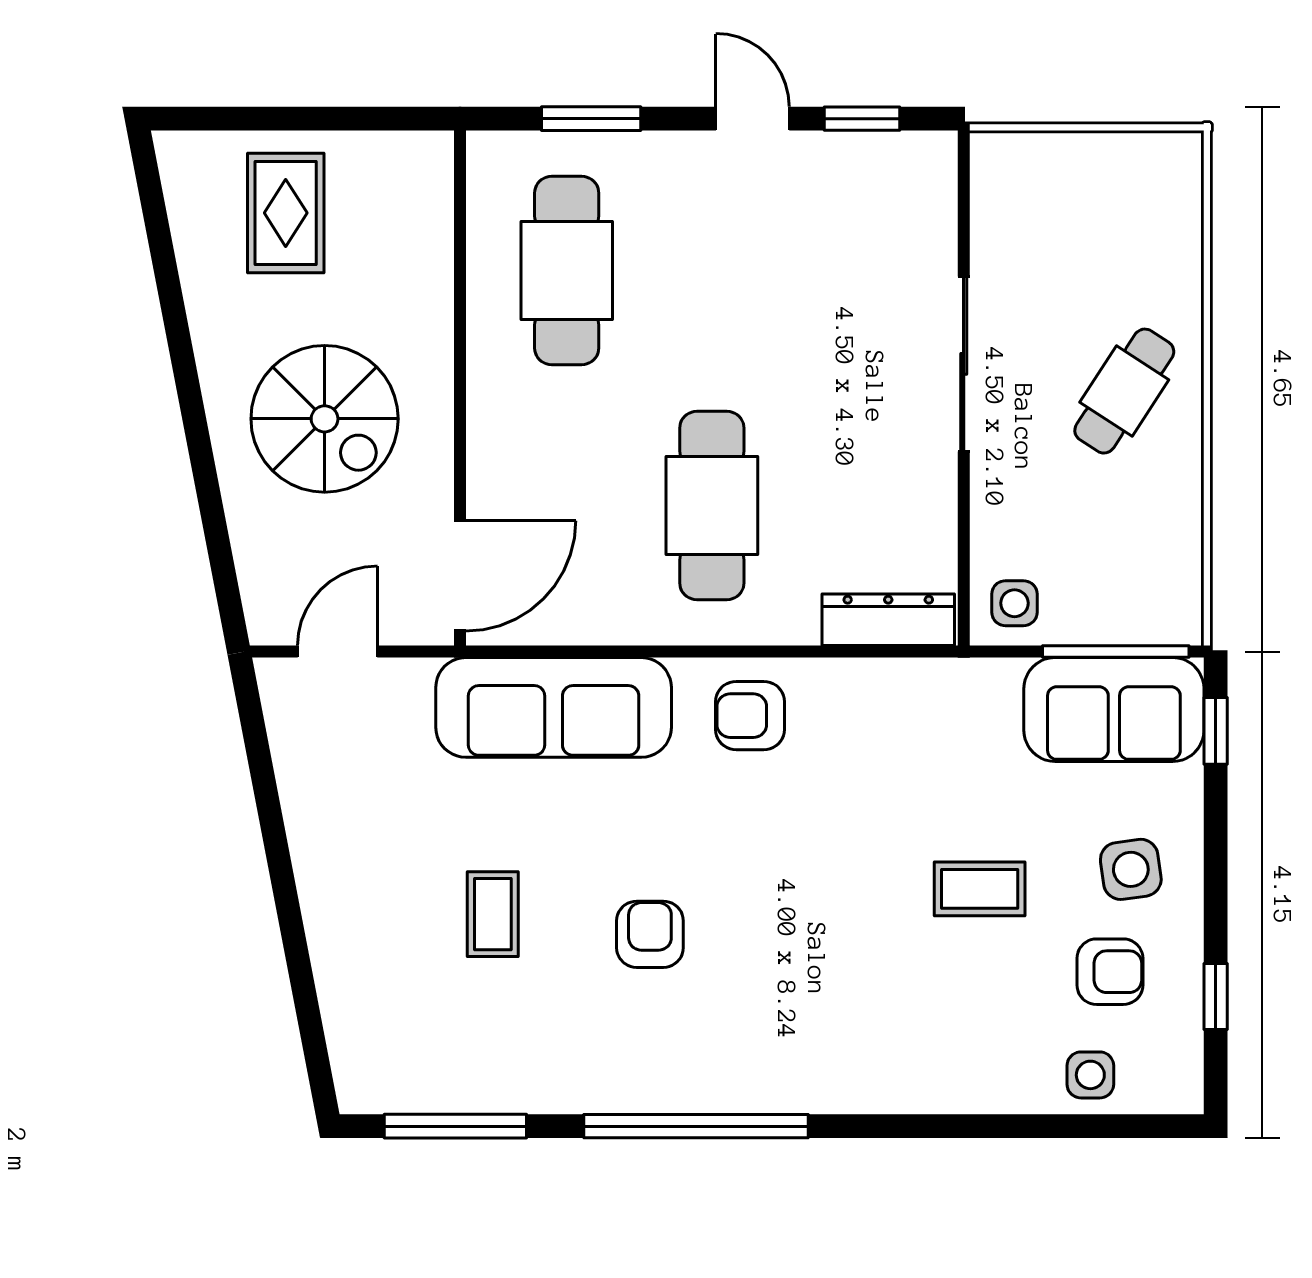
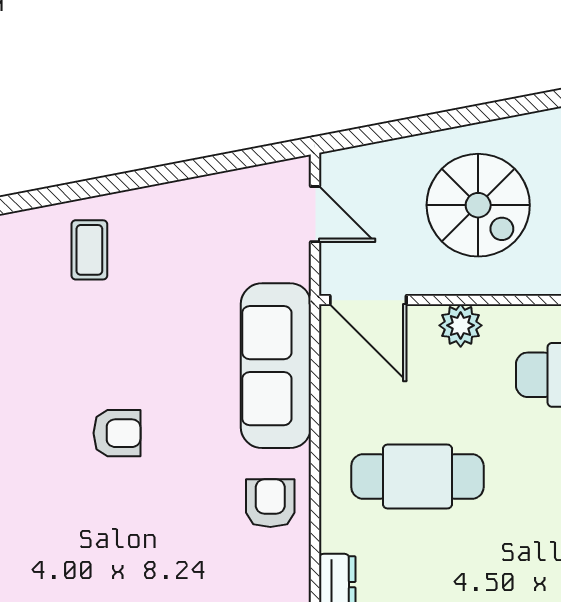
spiral stairs: (325, 419) -> (478, 205), turned -90
plant: (496, 444) -> (461, 325), added
coffee table: (493, 914) -> (89, 250), moved, turned 90

